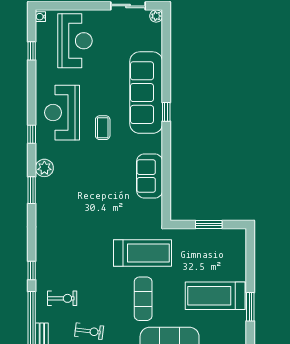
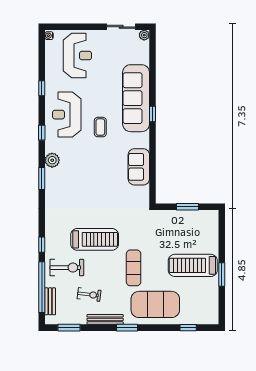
window: (32, 51) -> (42, 88), moved
treadmill: (143, 253) -> (95, 239), moved
exercise bike: (62, 298) -> (67, 268), width x1.38, depth x1.39

